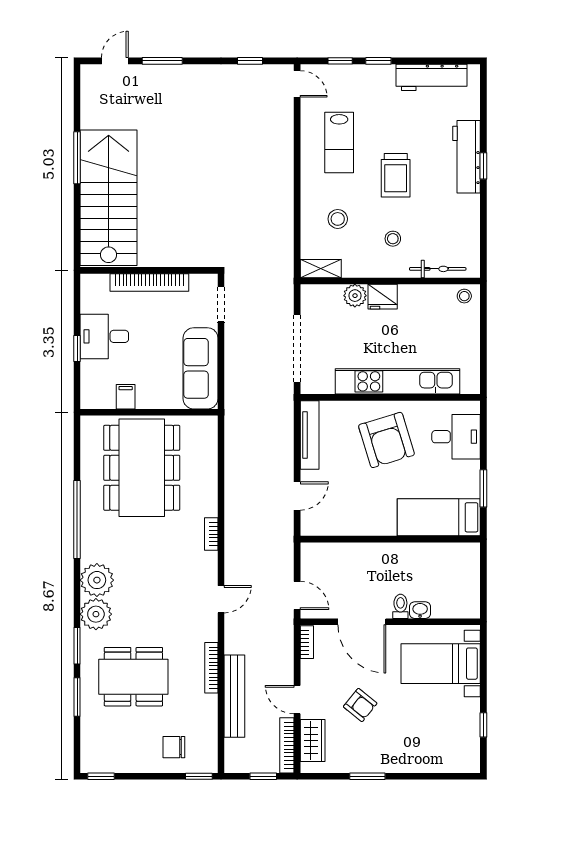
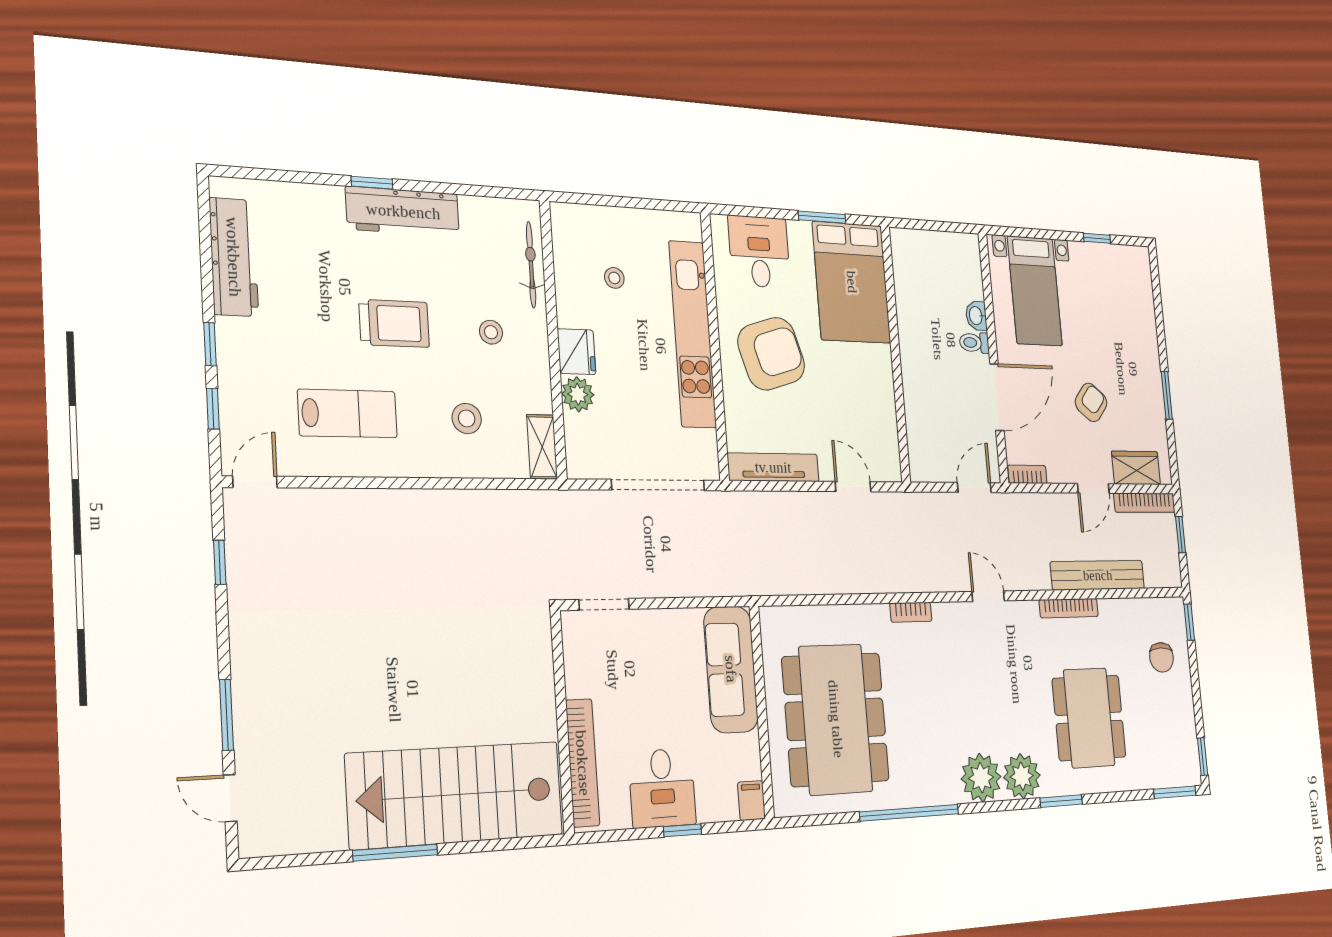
workbench: (467, 157) -> (403, 211), moved
bookcase: (149, 282) -> (583, 763), moved
stool: (464, 296) -> (614, 278), moved
sofa: (201, 368) -> (731, 669), moved, turned 90
filing cabinet: (126, 397) -> (751, 801), moved, turned 90
dining table: (142, 468) -> (836, 719), turned 90
bed: (439, 517) -> (852, 282), width x1.50
window: (77, 697) -> (1175, 792), moved

